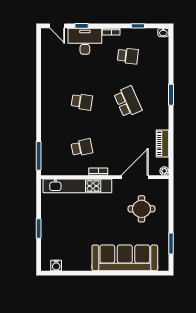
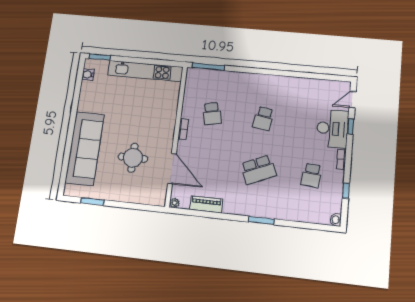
kitchen unit: (77, 186) -> (145, 71), moved, turned -90
round table: (141, 209) -> (133, 158), moved
window: (39, 228) -> (100, 57), moved

